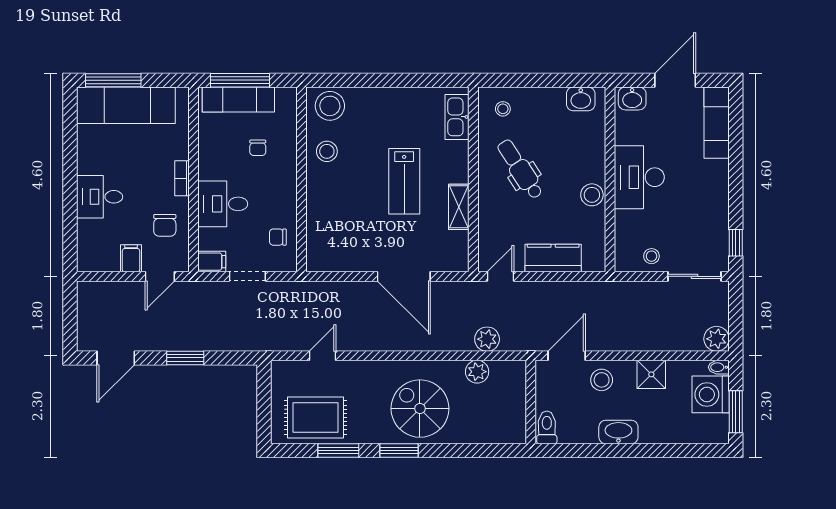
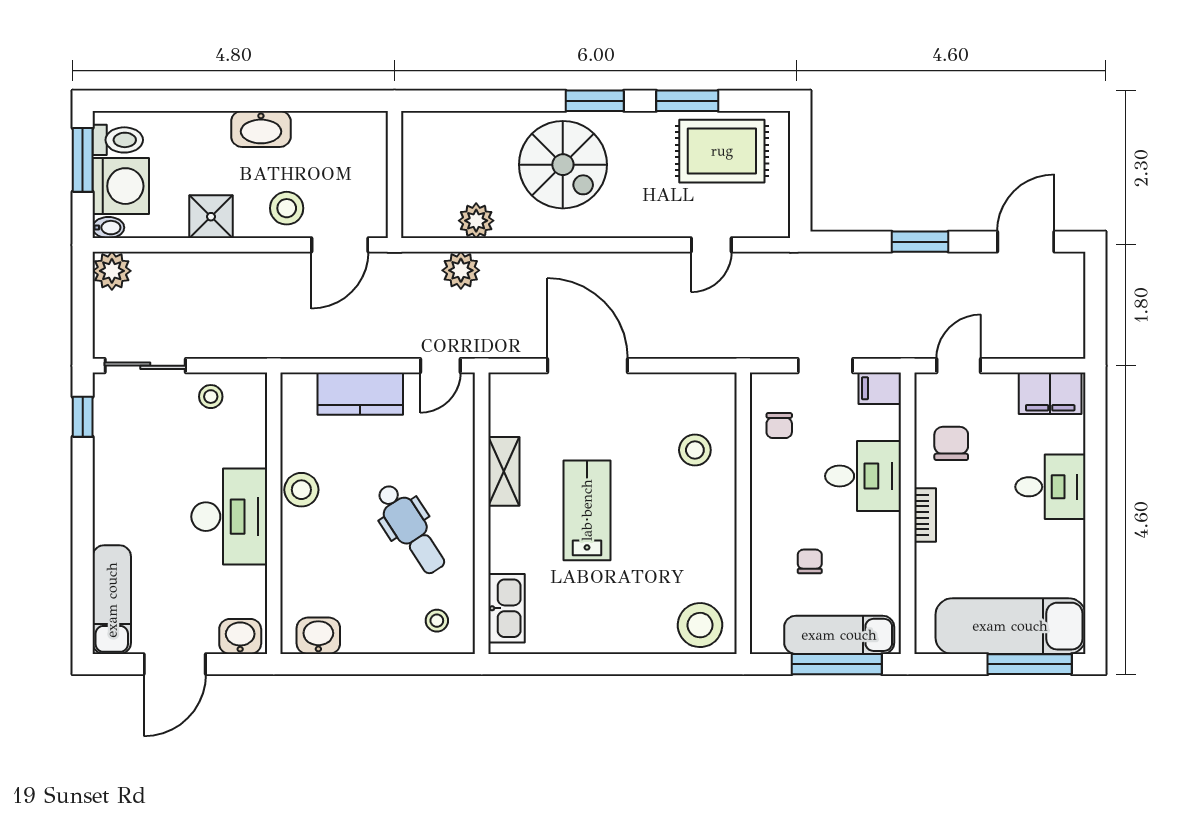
stool: (327, 151) -> (695, 450), moved
chair: (278, 237) -> (779, 426), turned 90
filing cabinet: (131, 258) -> (1050, 393), moved, width x2.00
toilet: (547, 427) -> (118, 140), moved, turned -90

